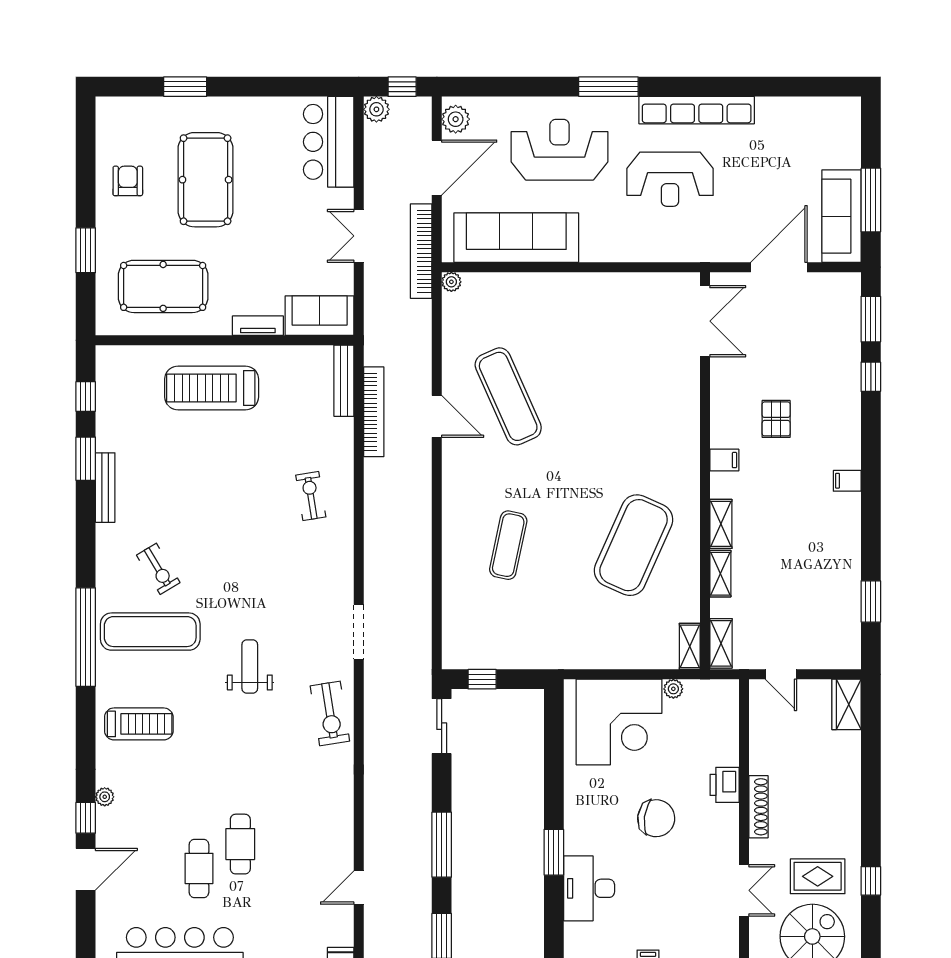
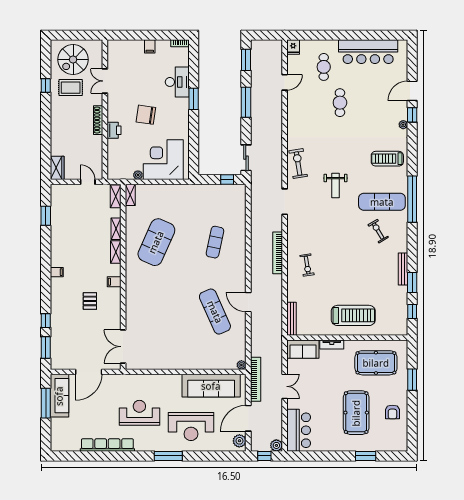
row of seats: (697, 110) -> (107, 445), moved
bookcase: (374, 412) -> (278, 253), moved
cafe table: (199, 868) -> (324, 67), moved

